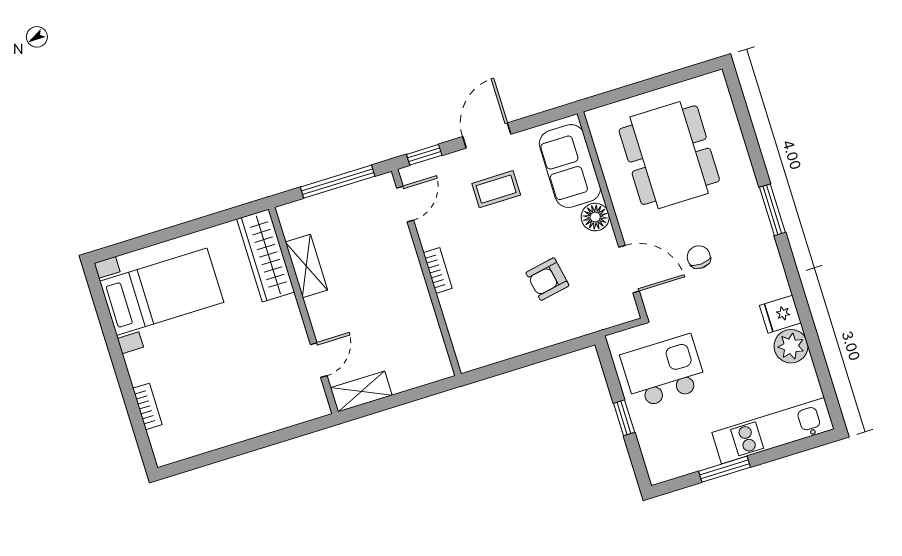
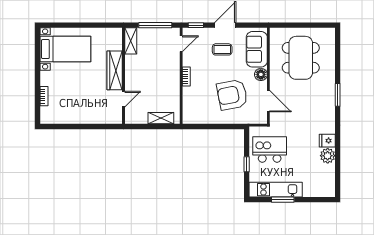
wardrobe: (266, 255) -> (115, 70), moved
chair: (699, 257) -> (300, 105), removed
shelving: (306, 266) -> (131, 41), moved
armchair: (547, 279) -> (232, 95), width x1.88, depth x1.88
shelving: (361, 392) -> (161, 118), moved
kitchen unit: (773, 431) -> (276, 190), moved

